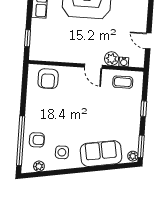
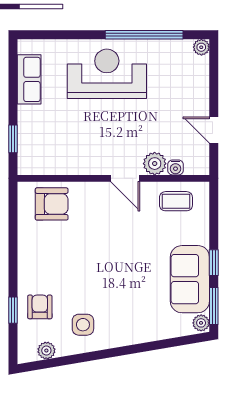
armchair: (48, 79) -> (52, 204), turned -90
window: (144, 109) -> (214, 263), moved
armchair: (37, 140) -> (40, 307), turned -90
window: (21, 141) -> (13, 310), width x0.32
sofa: (101, 154) -> (190, 279), moved, turned -80

